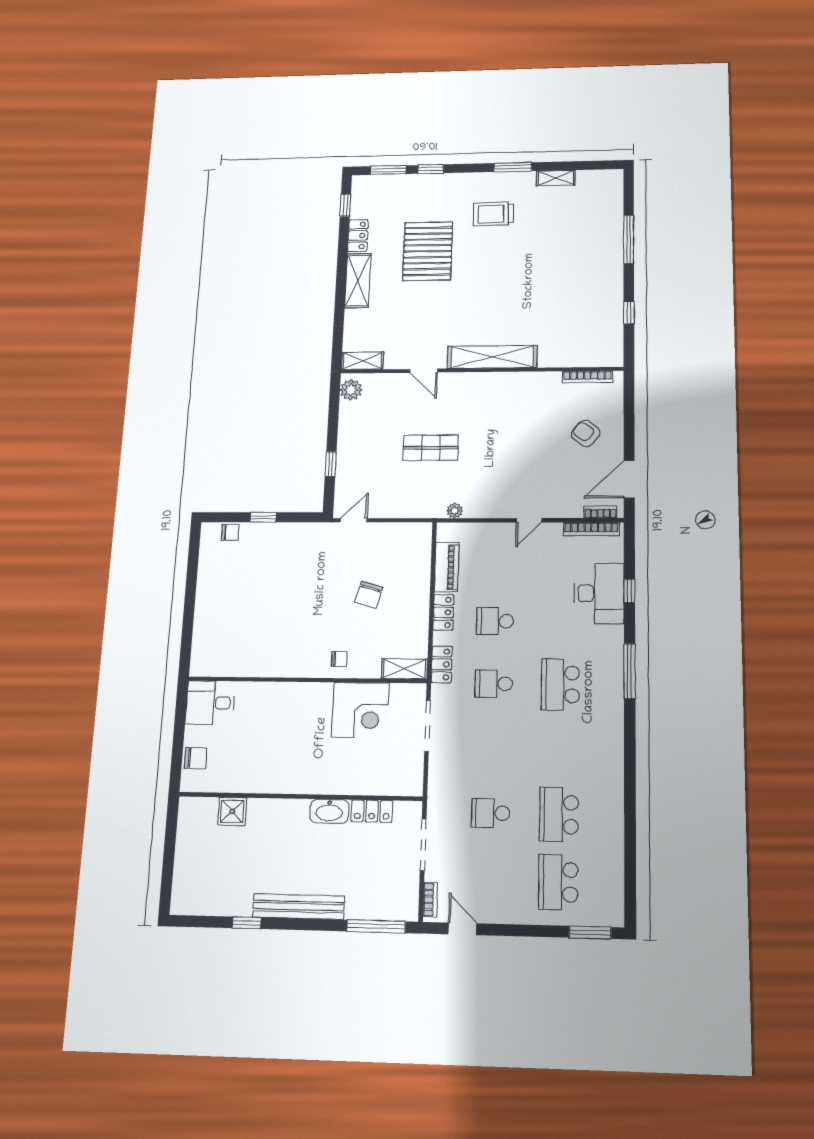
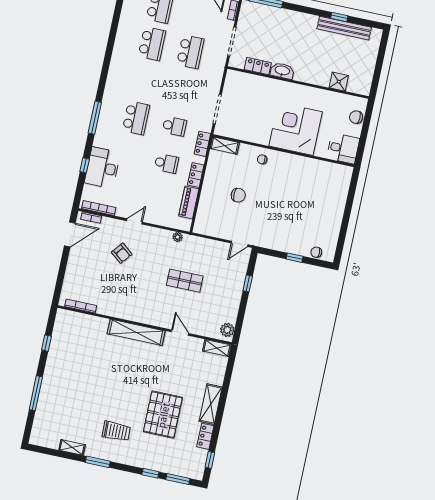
armchair: (586, 433) -> (122, 253), moved
chair: (369, 595) -> (238, 195), turned 74
corner desk: (360, 710) -> (296, 129), moved, width x1.36, depth x1.36
school desk: (491, 813) -> (190, 52), width x1.85
bench: (298, 907) -> (344, 28), moved

